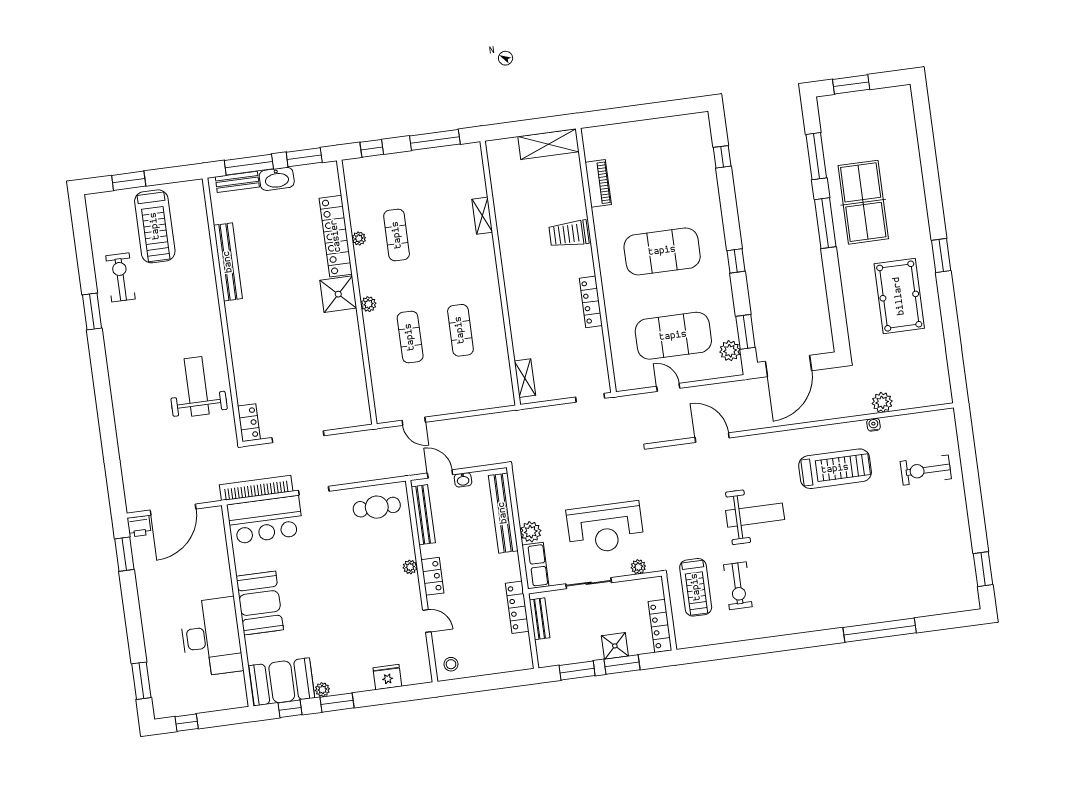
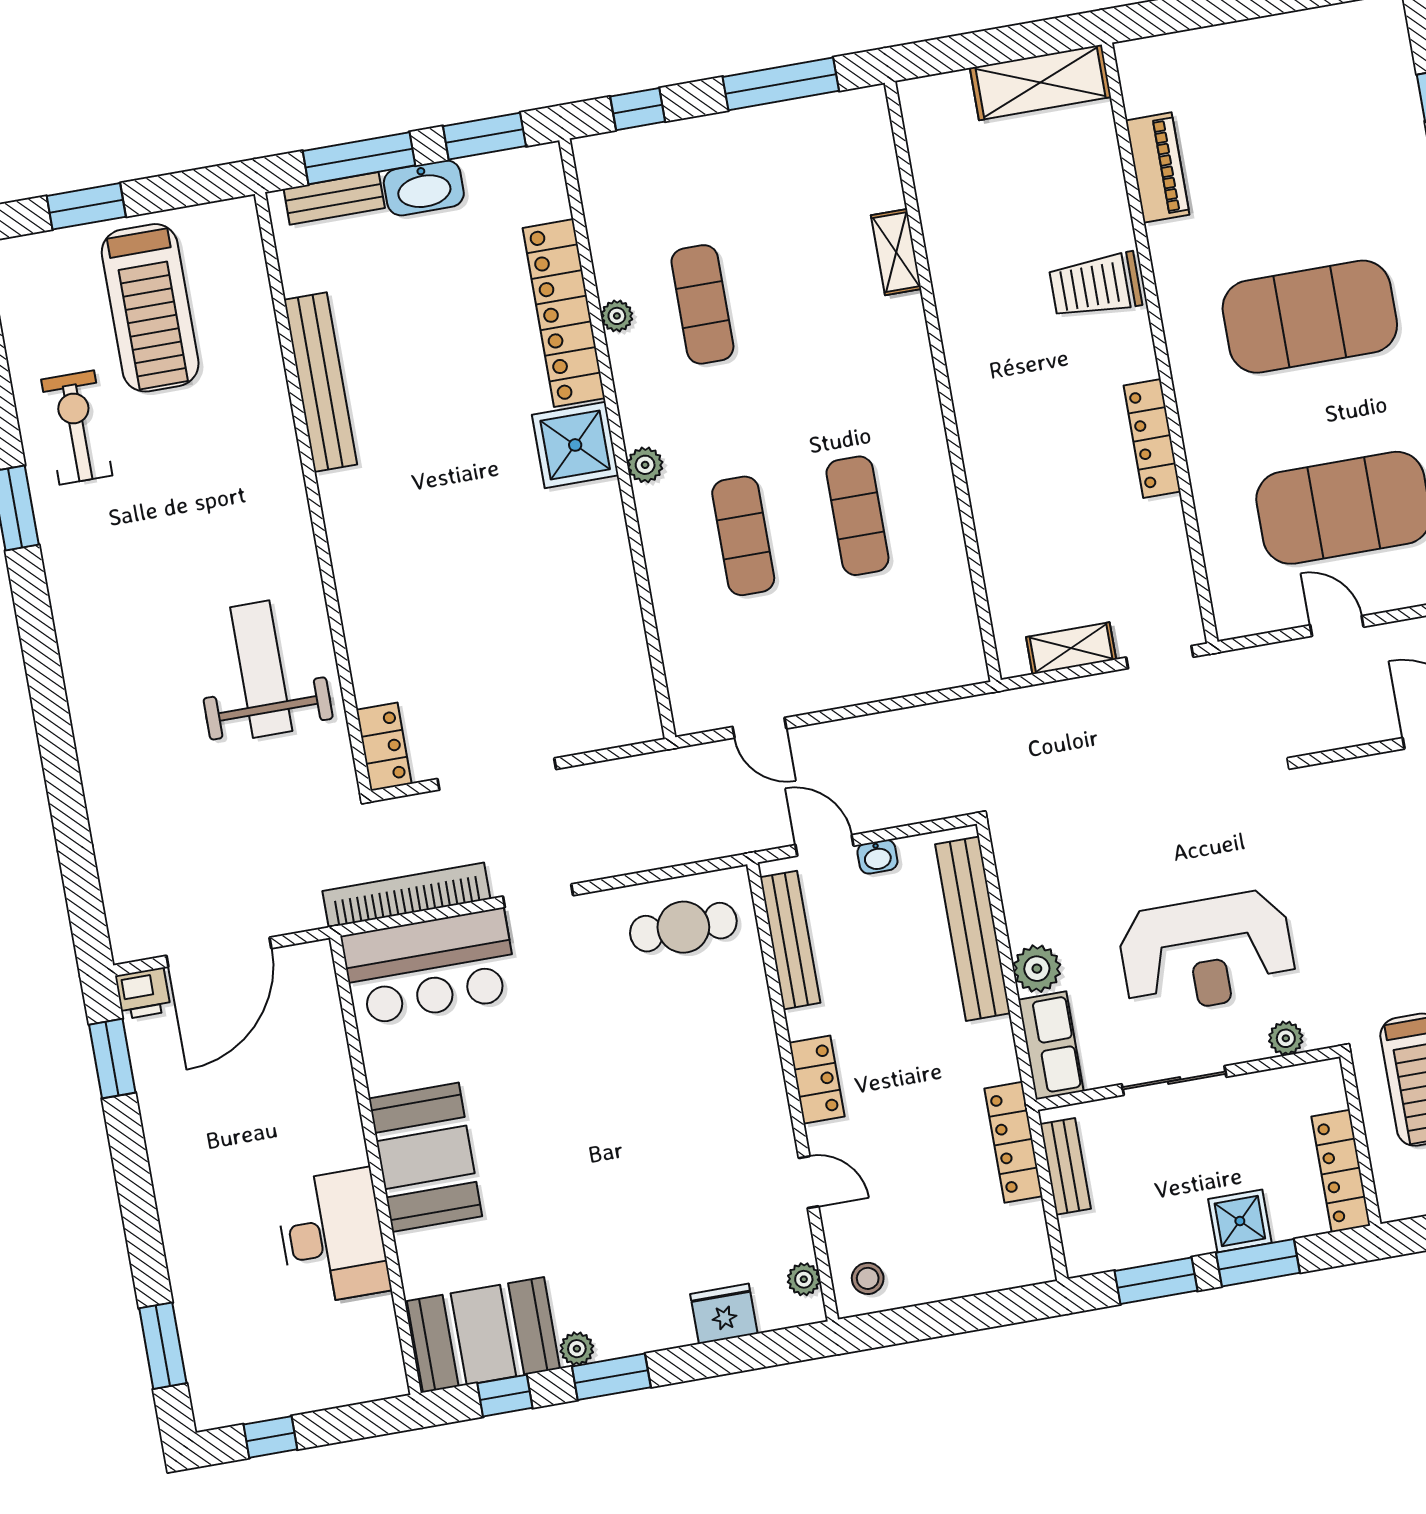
shelving: (525, 378) -> (1071, 648), moved, turned 90
plant: (410, 567) -> (804, 1279), moved
desk: (211, 637) -> (333, 1237), width x0.73, depth x0.77

